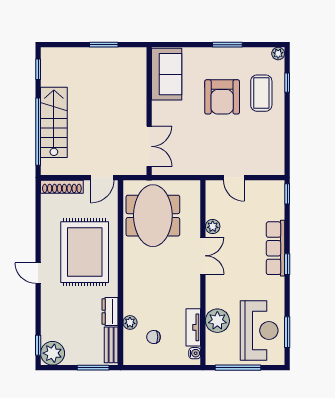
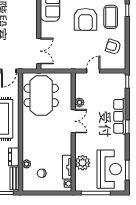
armchair: (265, 140) -> (113, 47), added
door: (234, 178) -> (93, 71), swing flipped

